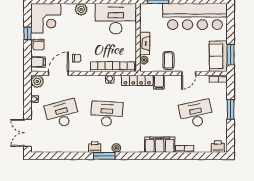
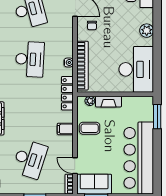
door: (189, 73) -> (75, 166), moved
filing cabinet: (159, 82) -> (65, 129), moved
desk: (196, 114) -> (30, 159), turned 30

